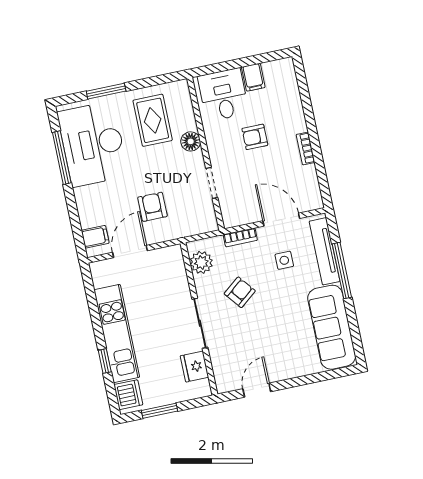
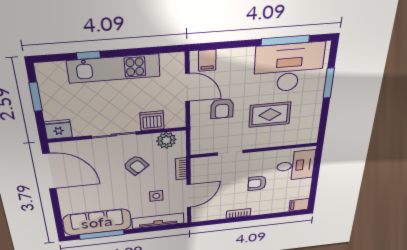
filing cabinet: (253, 77) -> (299, 205), moved
rug: (153, 120) -> (270, 115), moved
armchair: (255, 137) -> (257, 183), turned -90
floor lamp: (191, 141) -> (267, 141), removed
armchair: (152, 207) -> (222, 109), turned 90
window: (342, 271) -> (102, 235), moved
fridge: (195, 367) -> (58, 129), moved
door: (257, 390) -> (49, 171), width x1.87
dishwasher: (128, 395) -> (152, 121), moved, turned 180

